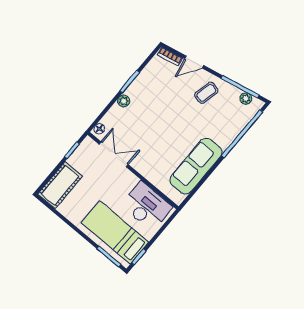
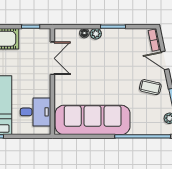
floor lamp: (99, 129) -> (84, 33), moved
sofa: (196, 166) -> (93, 120), width x1.36, depth x1.27
desk: (147, 206) -> (35, 112), width x0.73

